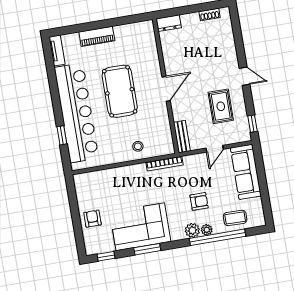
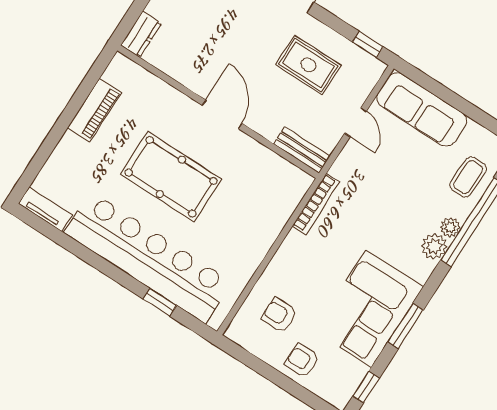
piano: (97, 36) -> (94, 110), moved
stool: (138, 146) -> (263, 218), removed
armchair: (199, 201) -> (279, 315), moved, turned -90

